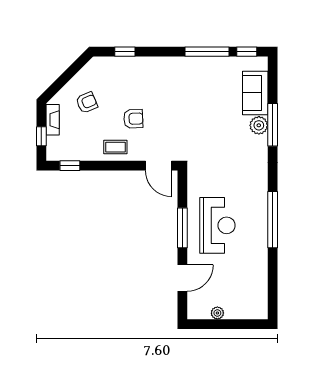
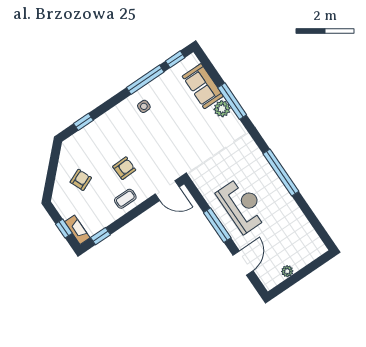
side table: (189, 75) -> (144, 106), added
fireplace: (53, 120) -> (77, 230), moved

